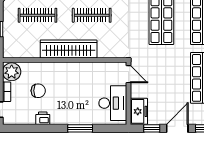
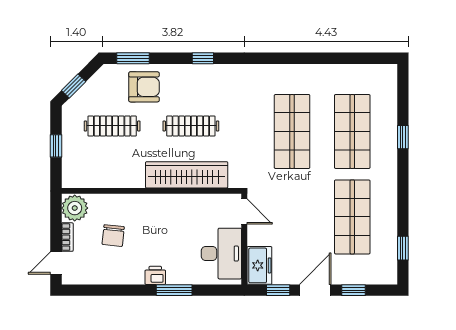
wardrobe: (69, 49) -> (187, 175), moved
chair: (38, 91) -> (113, 236), turned 96
printer: (43, 118) -> (155, 275), moved

